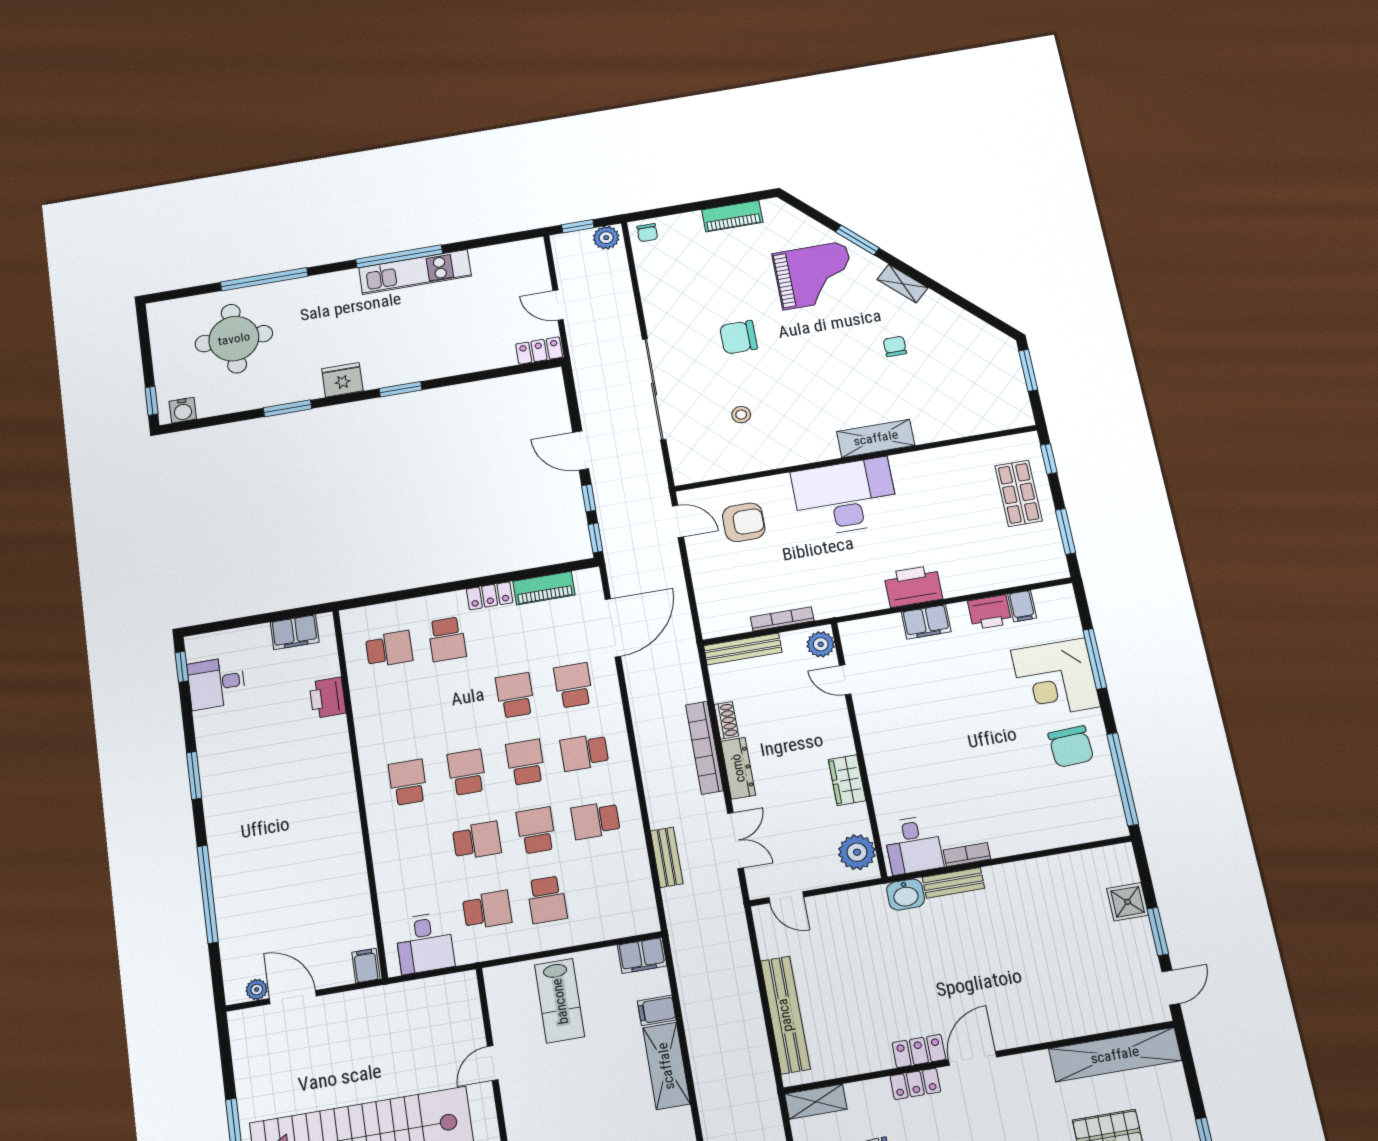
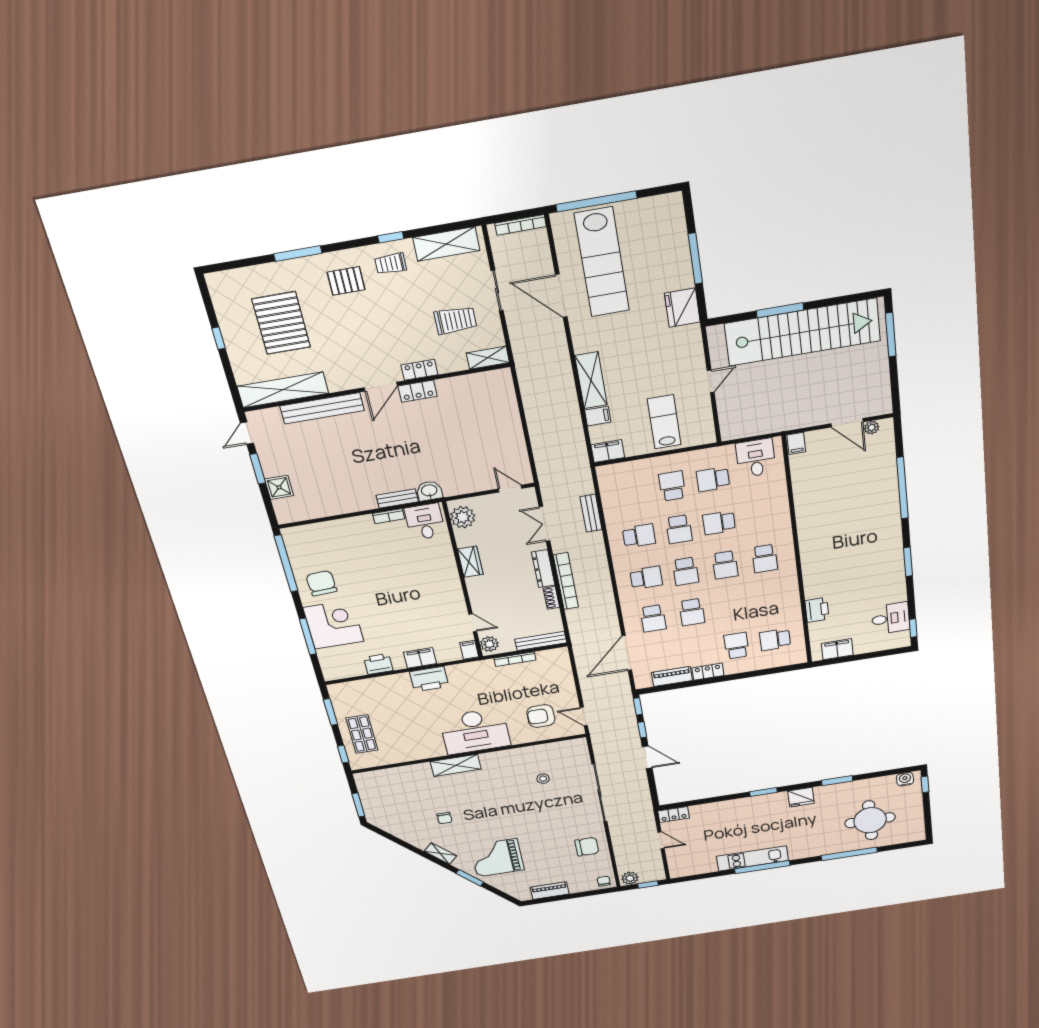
chair: (738, 337) -> (587, 847), moved
filing cabinet: (1022, 606) -> (469, 650), moved
bench: (785, 1015) -> (322, 408), moved, turned 90

